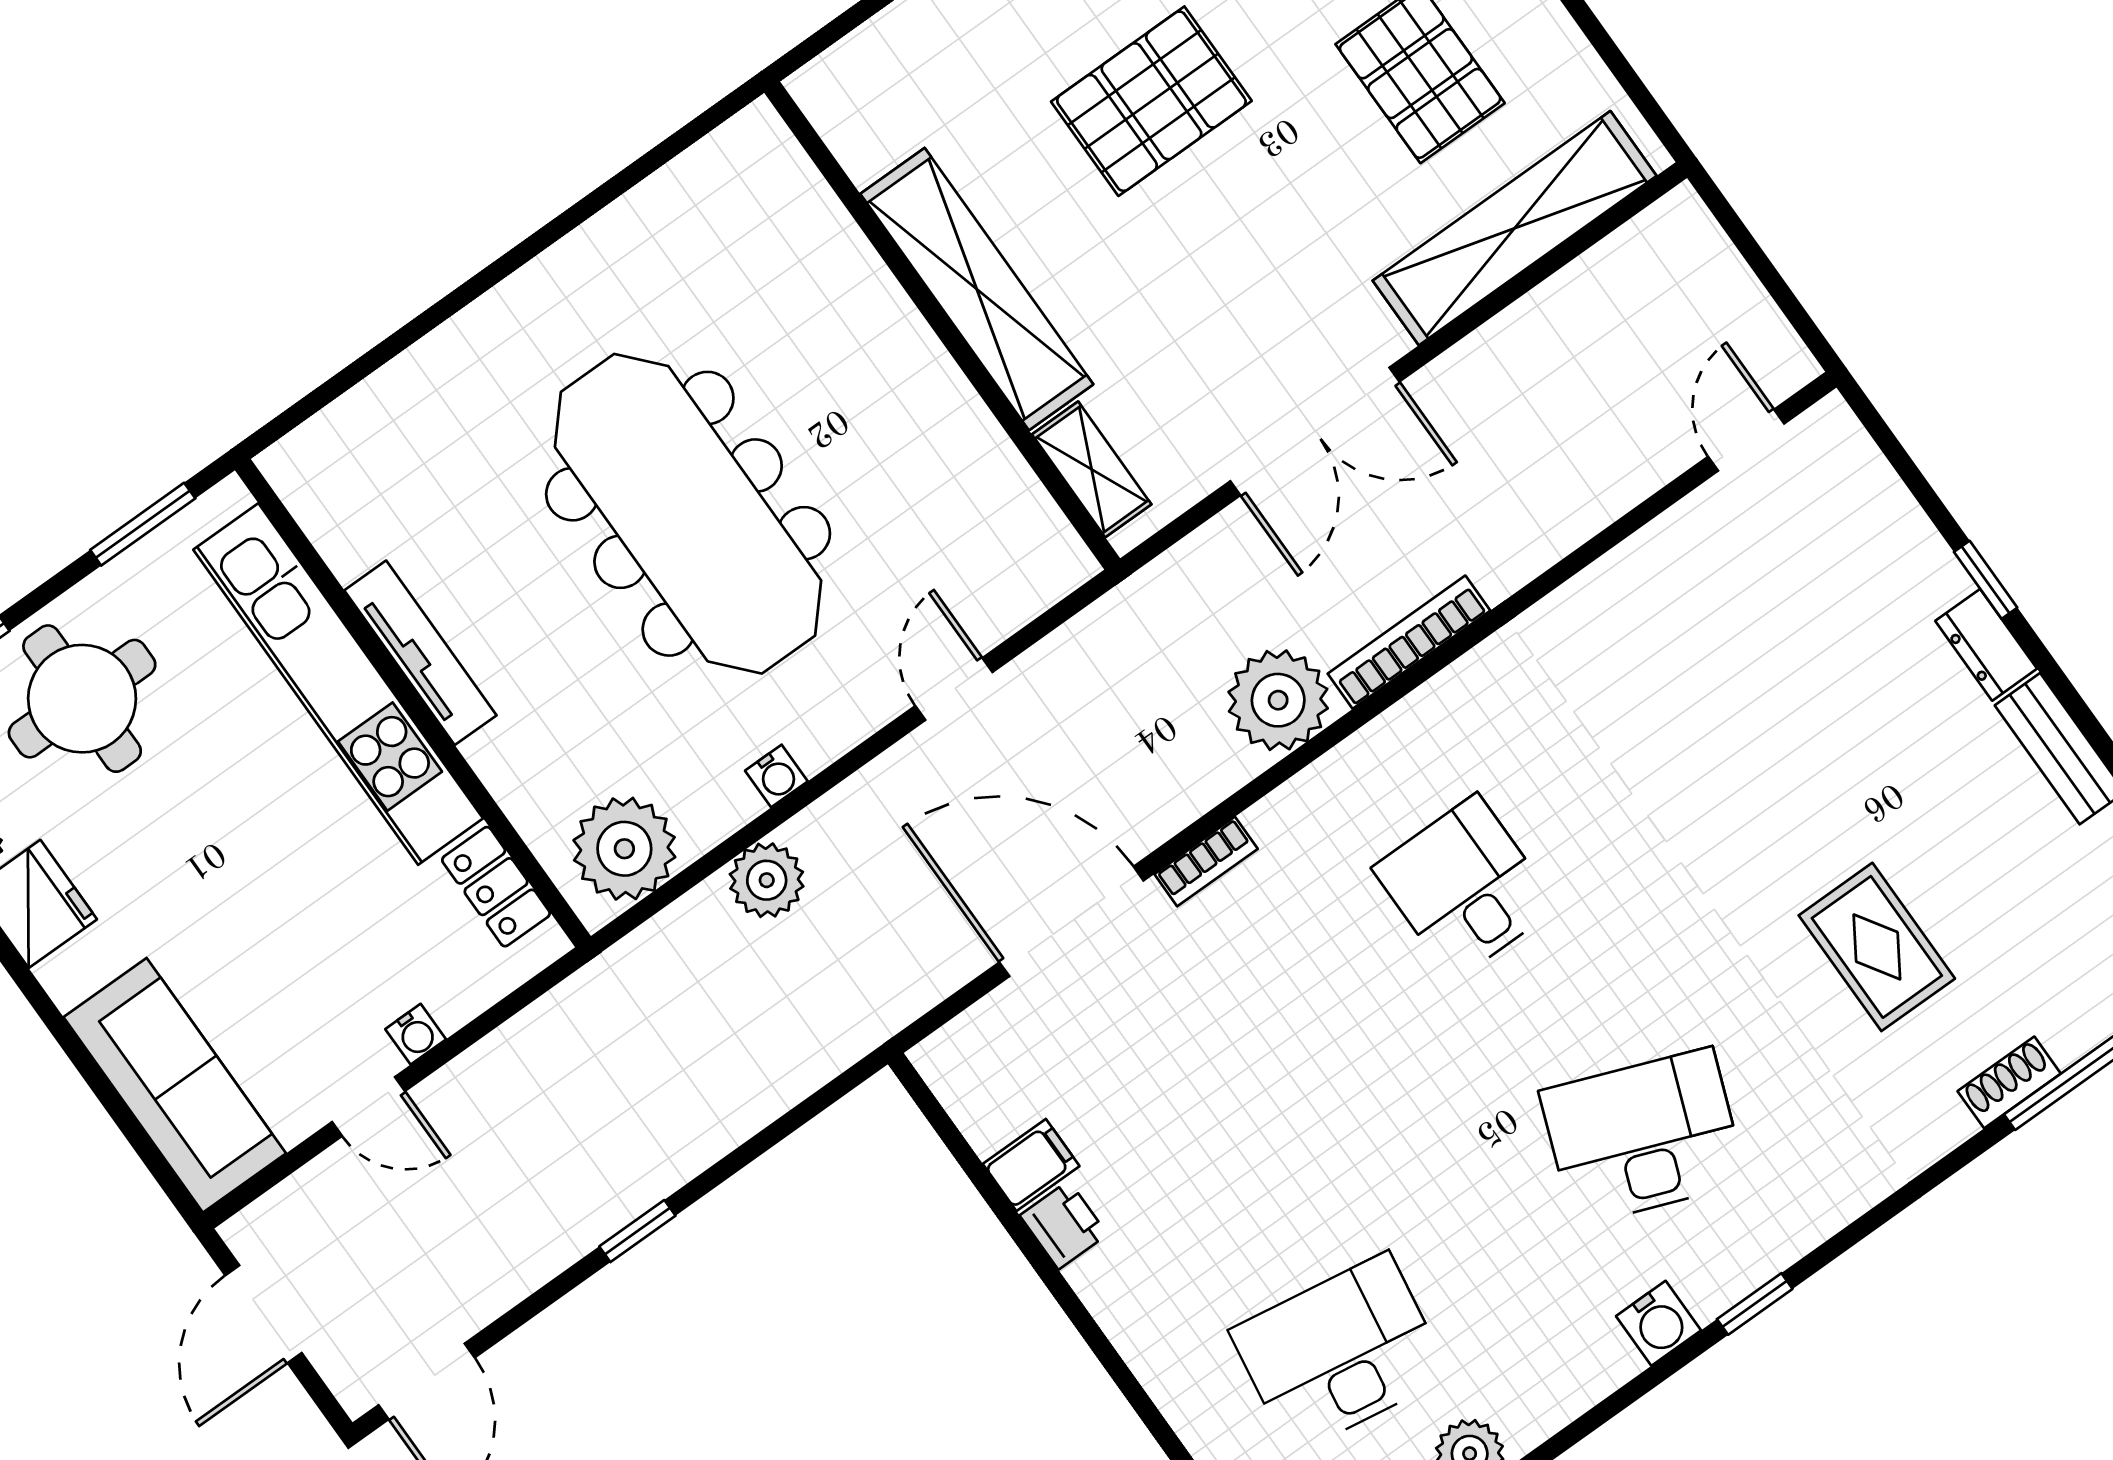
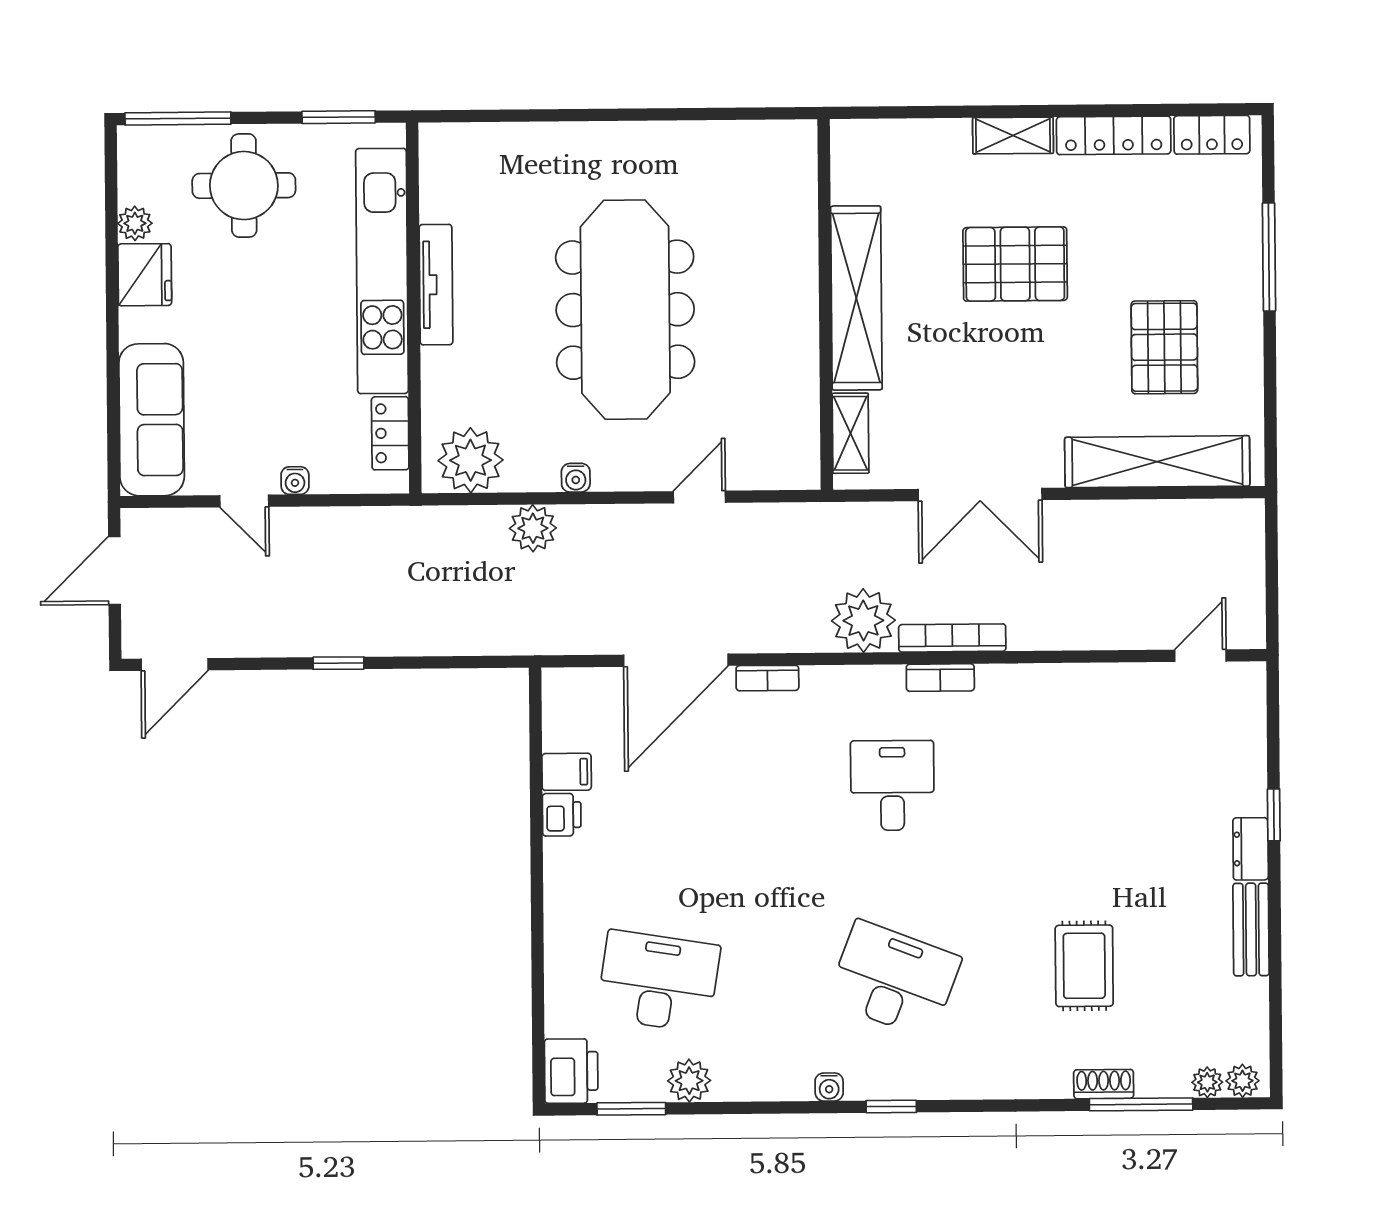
bookcase: (1429, 704) -> (940, 678), added
door: (1071, 921) -> (676, 660), swing flipped
water cooler: (1659, 1323) -> (829, 1087), width x0.72, depth x0.72

